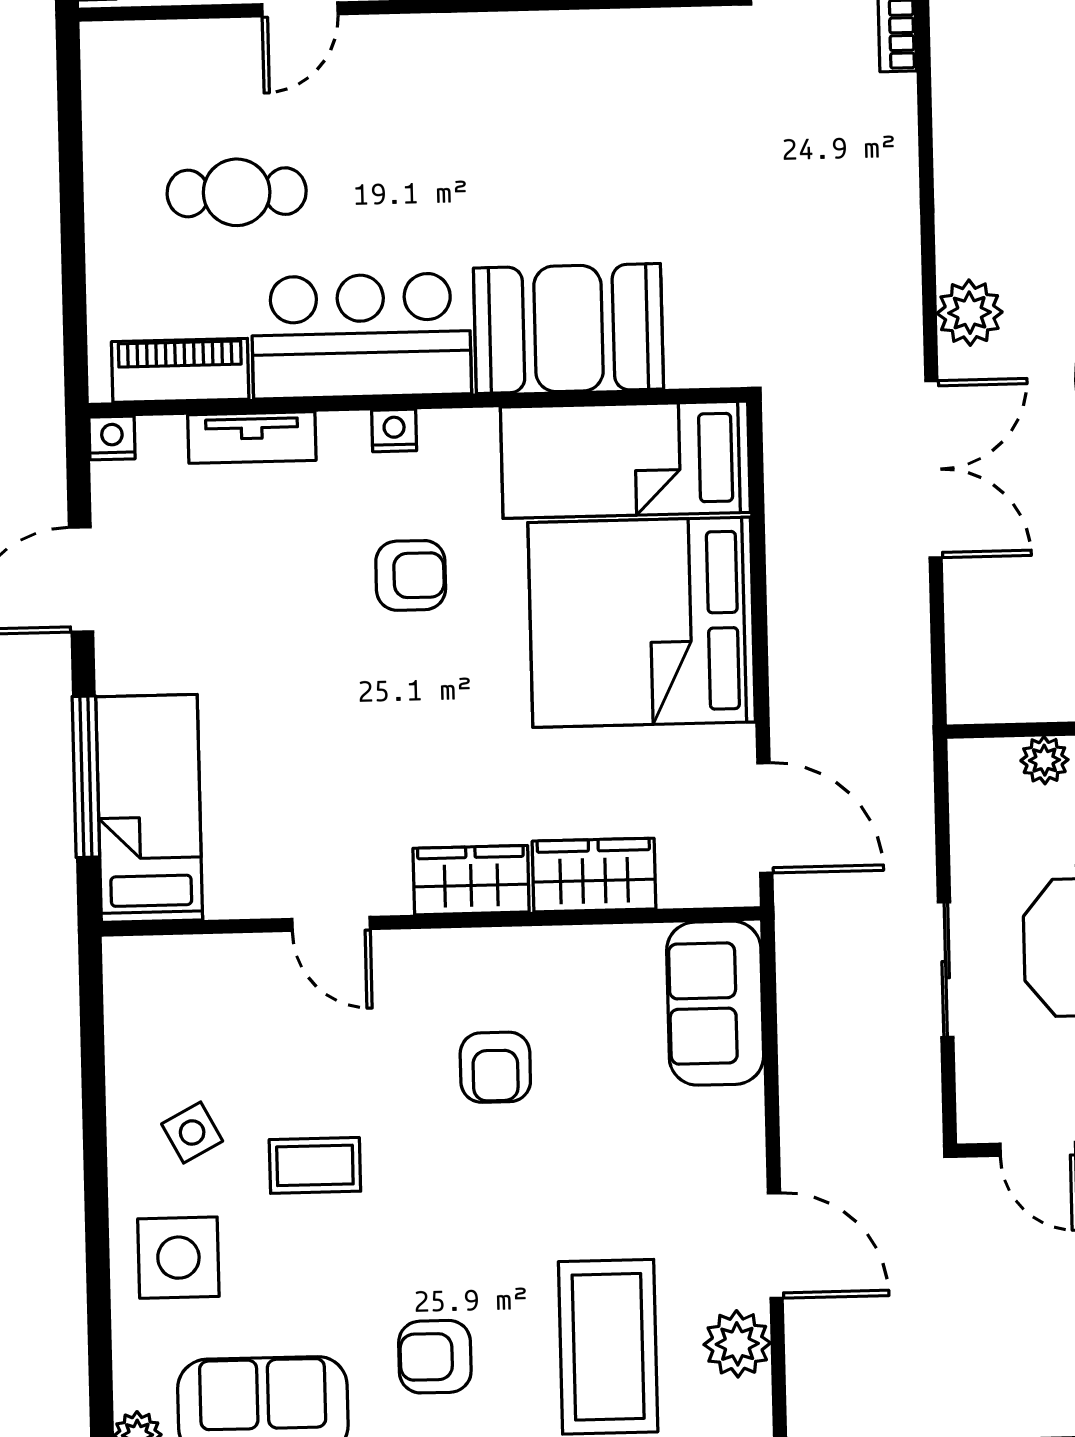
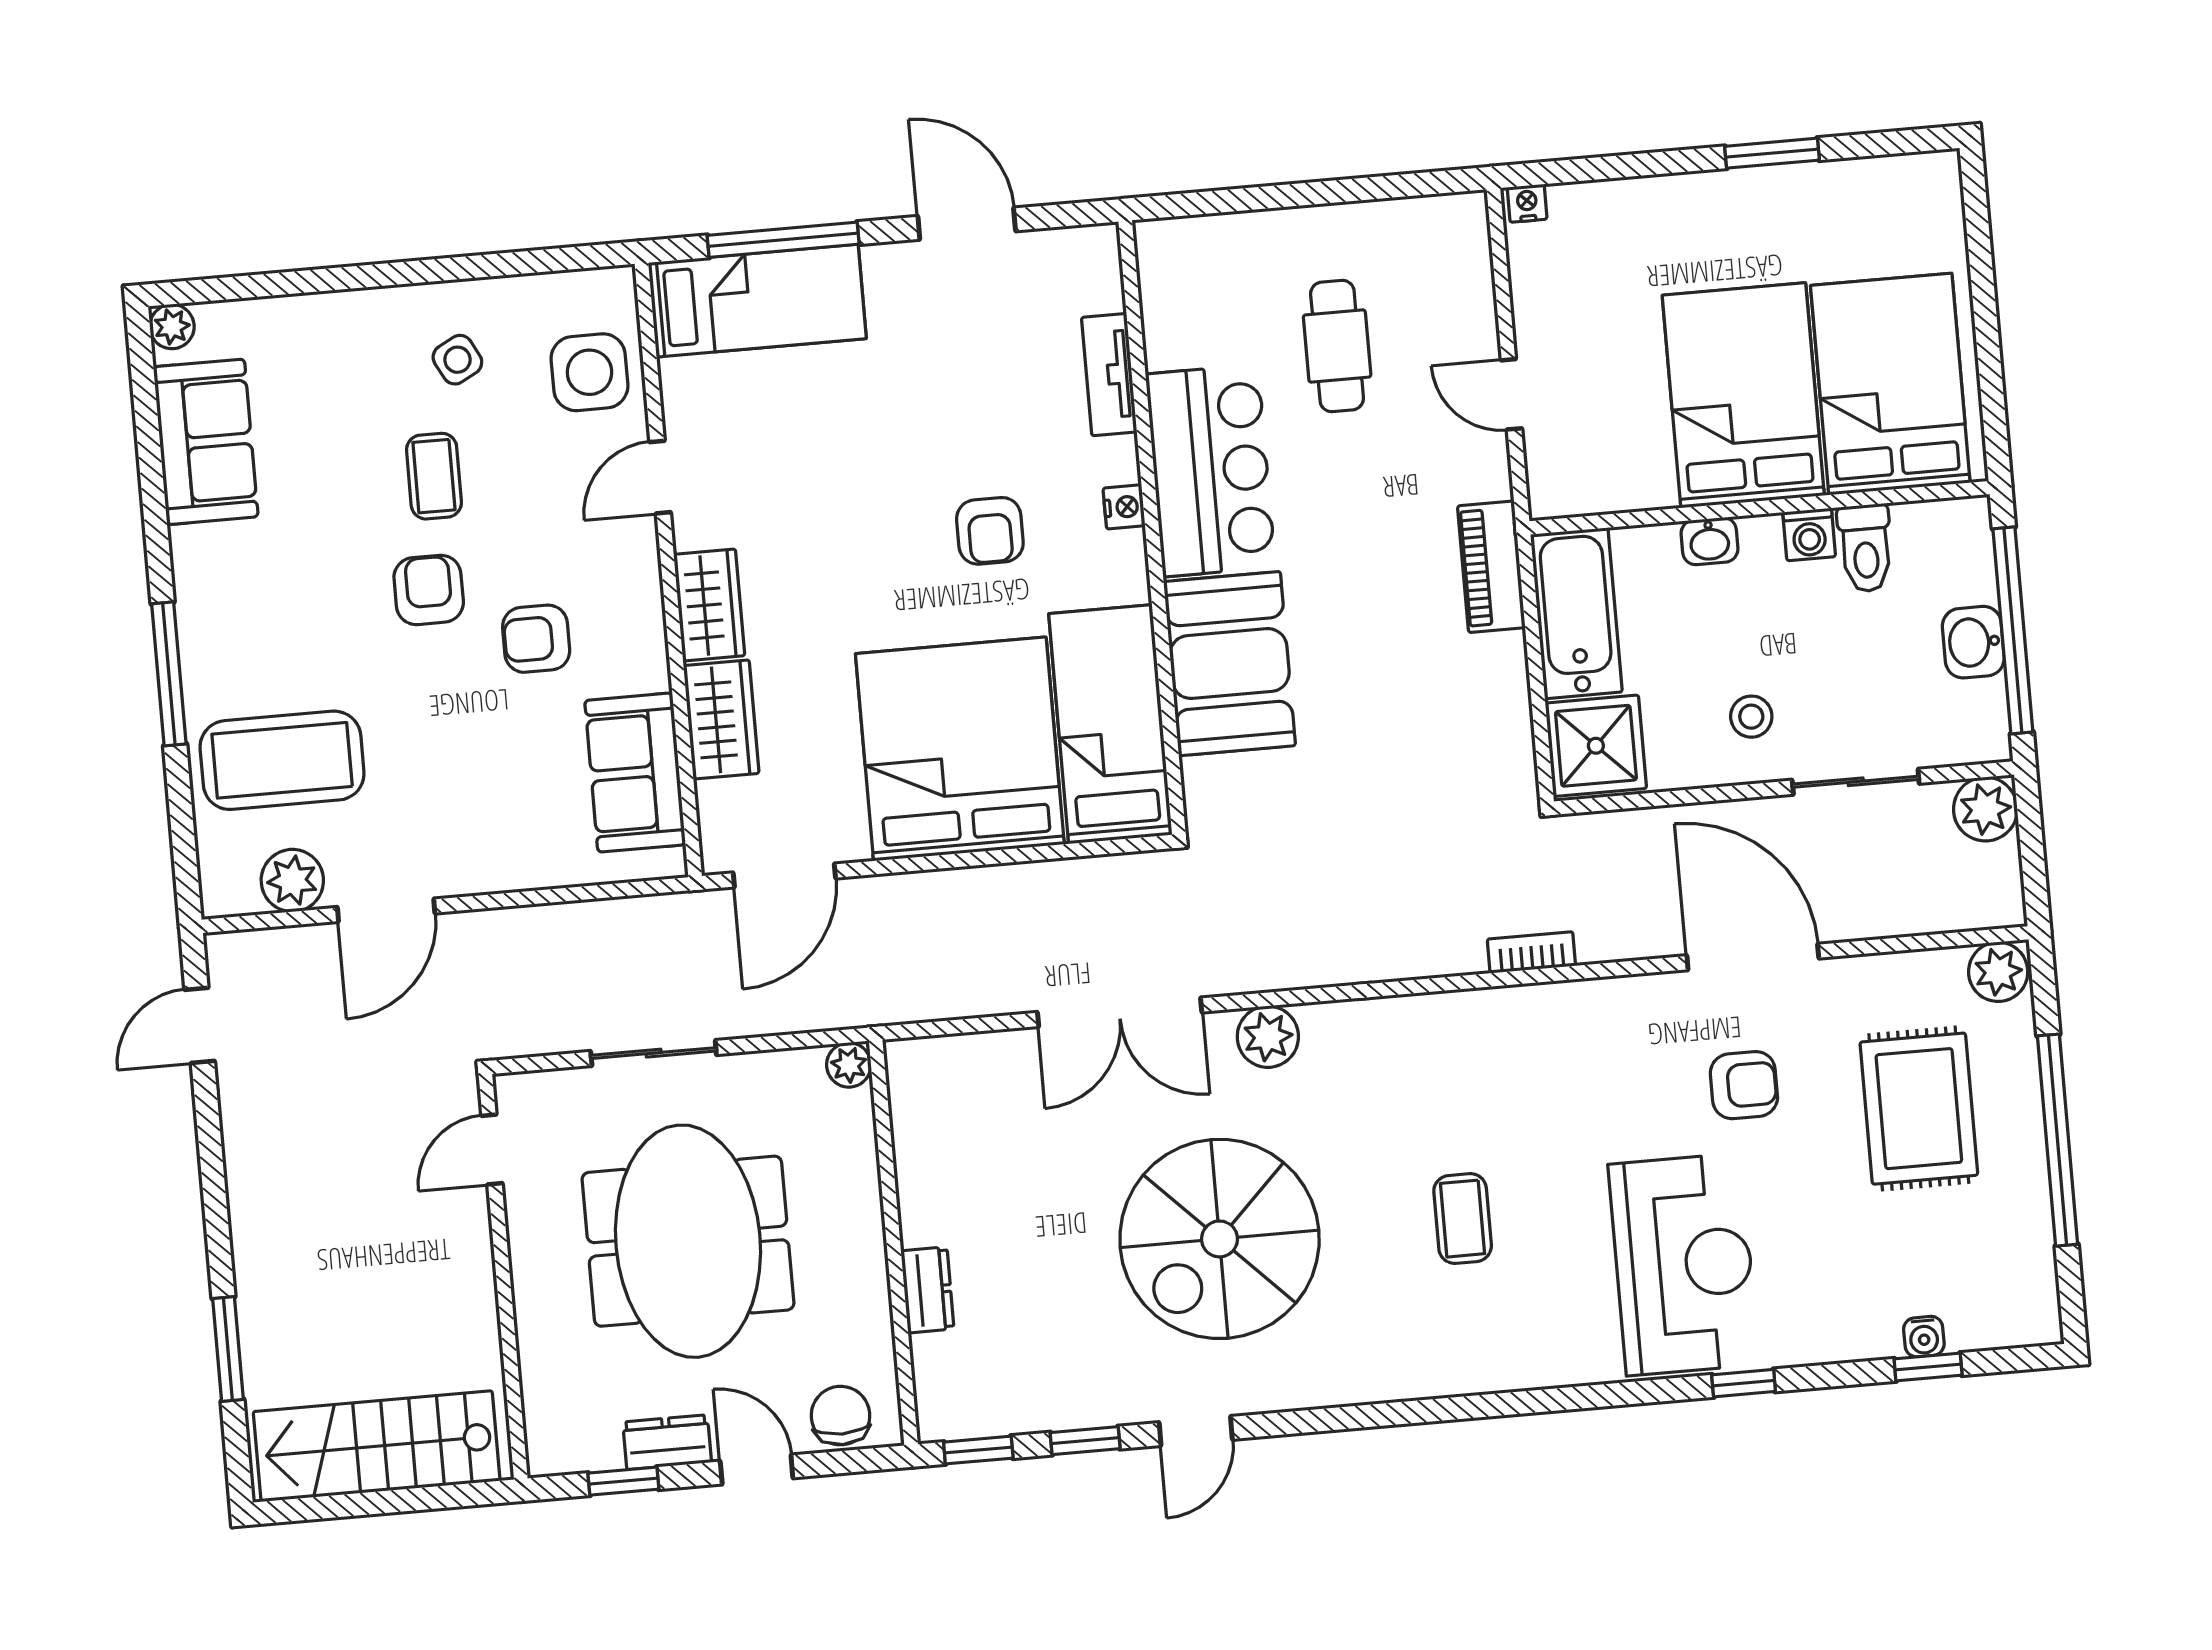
piano: (180, 370) -> (1491, 567), moved, turned 180
nightstand: (112, 438) -> (1101, 244), removed
plant: (1044, 760) -> (849, 1065), moved
sofa: (715, 1003) -> (635, 773), moved, turned -90
side table: (178, 1258) -> (589, 372), moved
armchair: (435, 1357) -> (429, 590), moved

